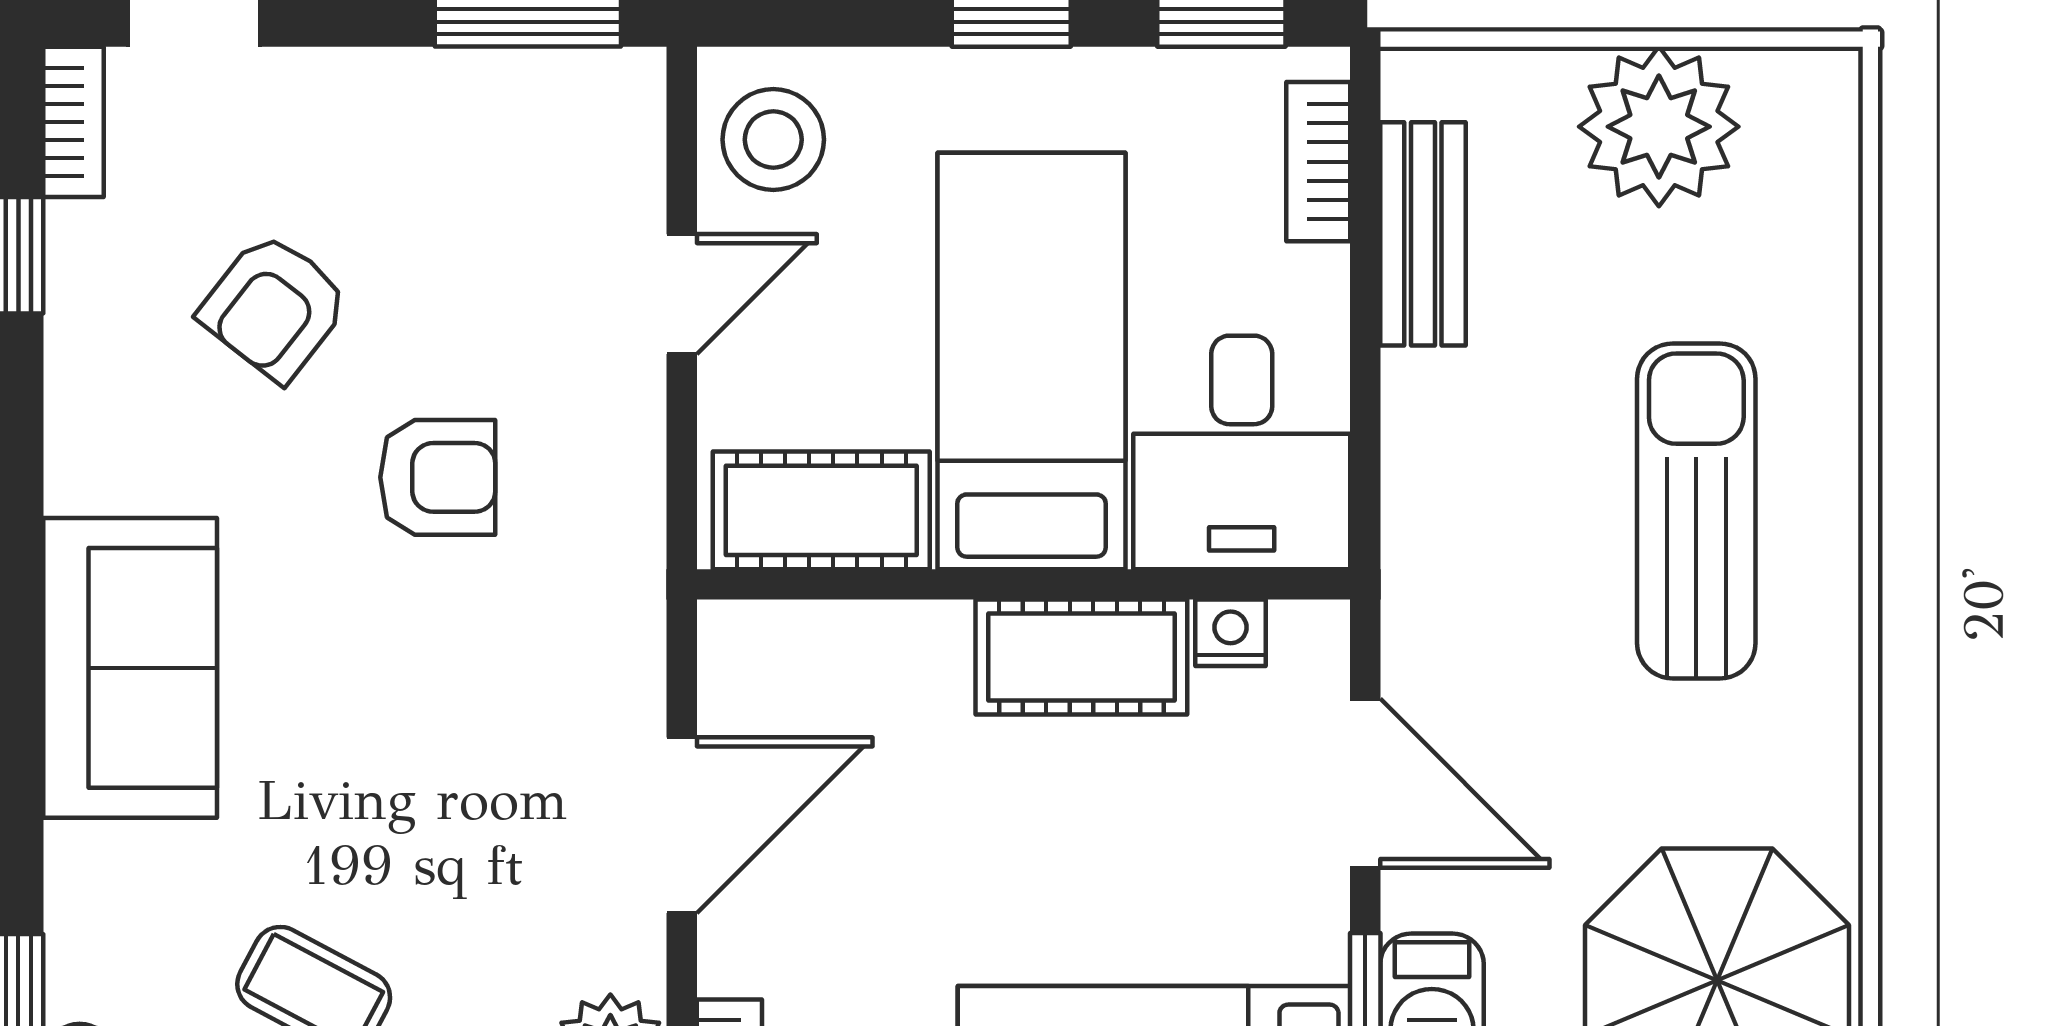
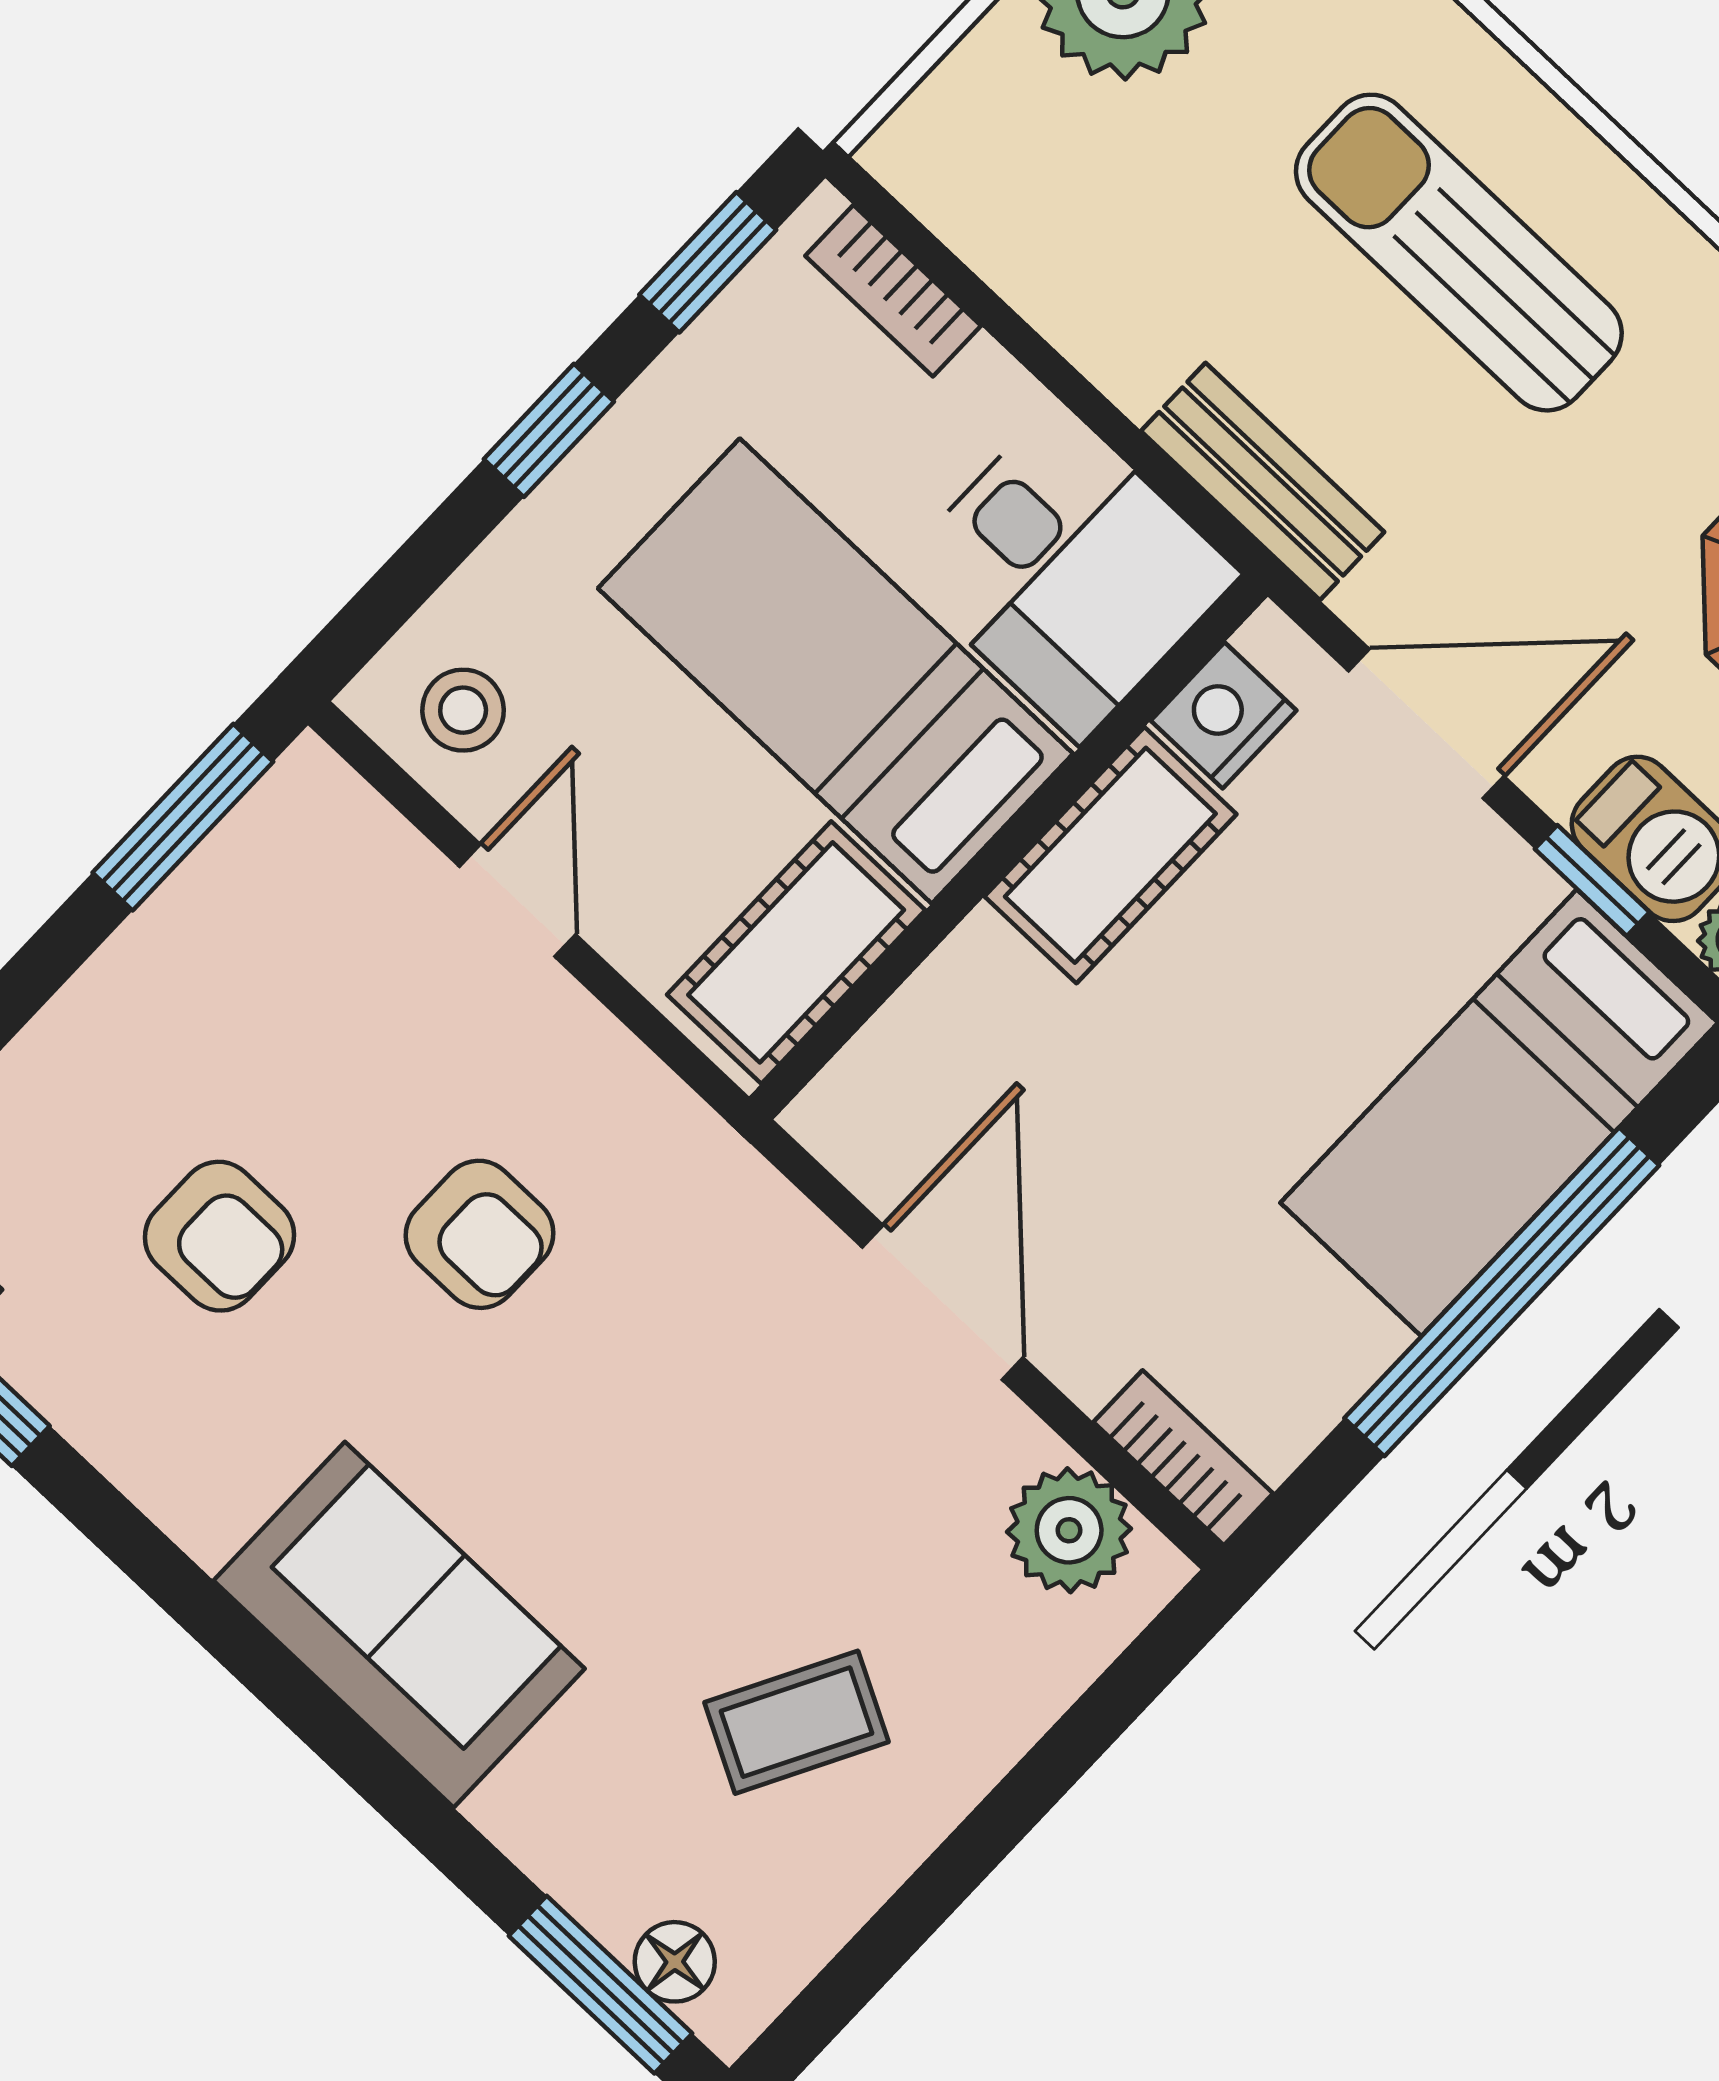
stool: (773, 140) -> (463, 710), width x0.73, depth x0.73
bench: (1423, 234) -> (1263, 481), moved
armchair: (274, 307) -> (220, 1236), turned -38
armchair: (438, 477) -> (480, 1234), turned 90
nightstand: (1230, 633) -> (1224, 715), width x1.39, depth x1.35

